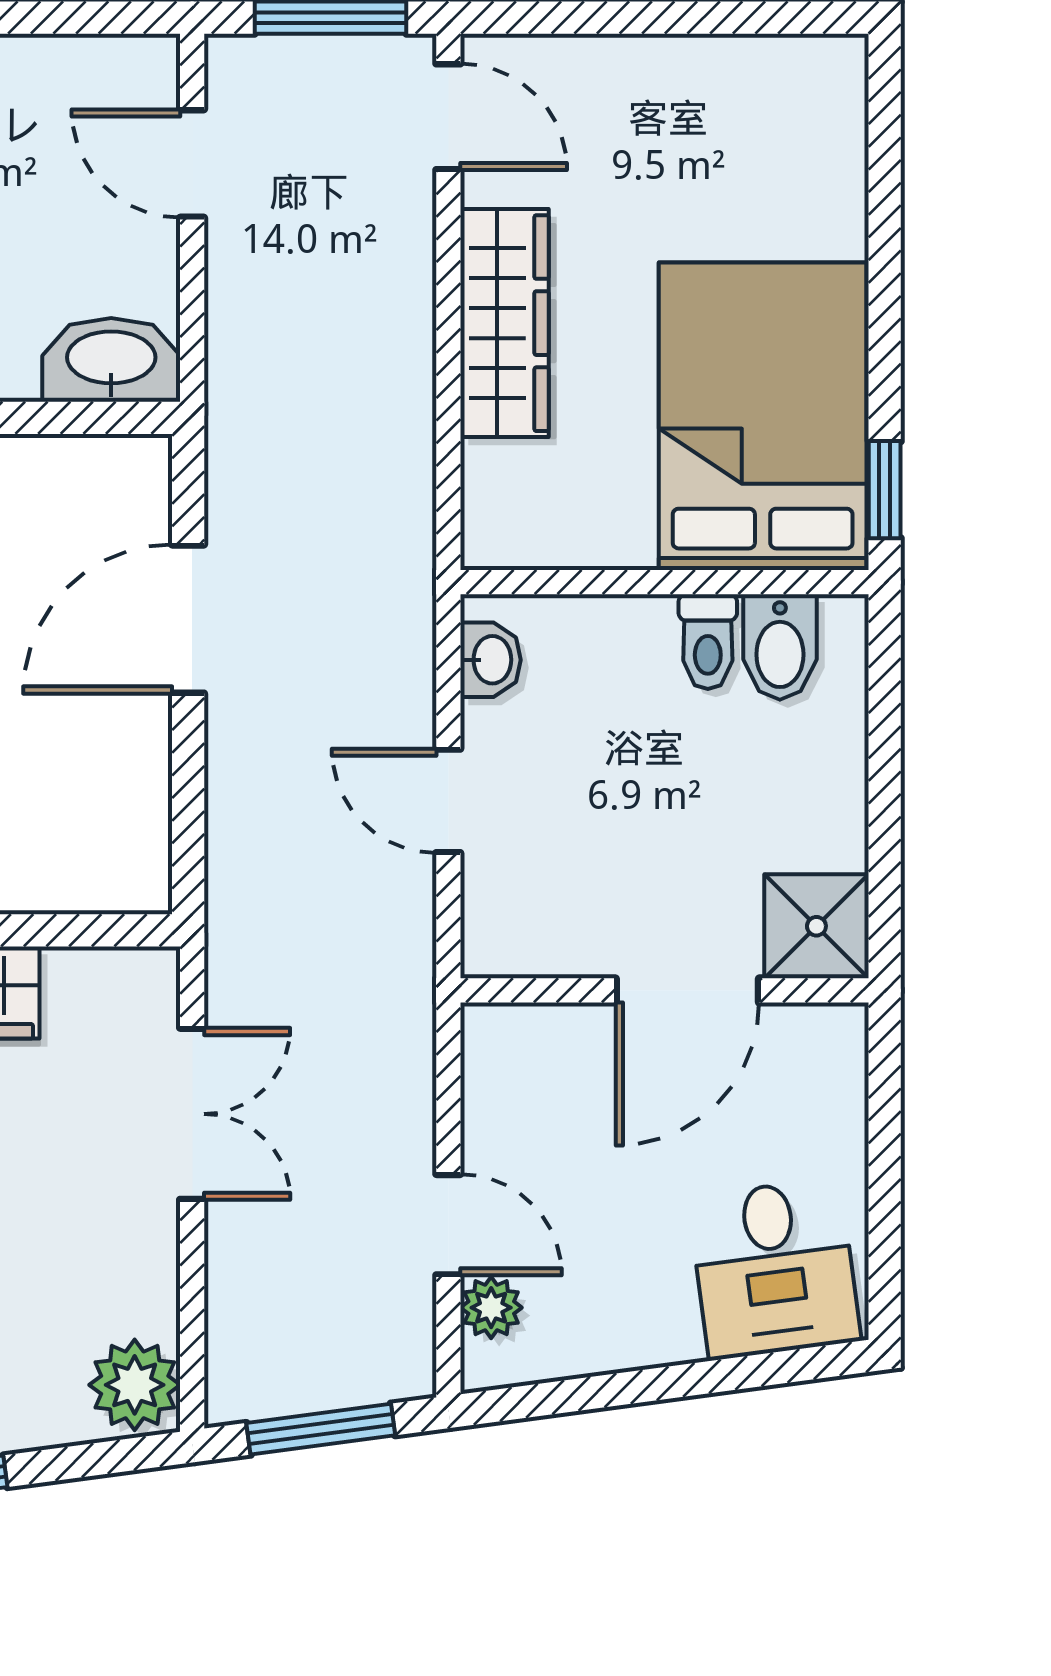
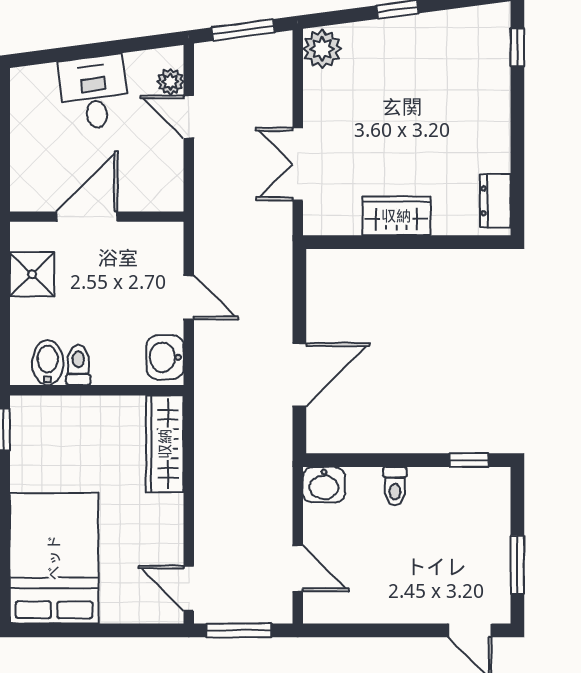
wardrobe: (504, 323) -> (165, 444), moved
washbasin: (111, 360) -> (324, 485), width x0.72
bed: (763, 416) -> (54, 558), moved, turned 180
washbasin: (491, 660) -> (165, 357), width x1.38, depth x1.45
shower: (816, 926) -> (32, 274), moved
desk: (774, 1269) -> (94, 92), moved

